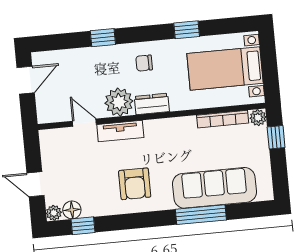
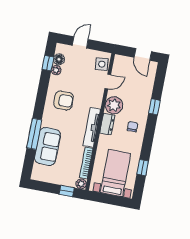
window: (187, 30) -> (143, 168), moved
tv unit: (120, 131) -> (92, 127), moved, width x1.41
side table: (60, 140) -> (102, 64), added
armchair: (135, 184) -> (64, 100), turned 180
sofa: (214, 188) -> (48, 146), width x0.73
plant: (54, 213) -> (56, 70), moved

